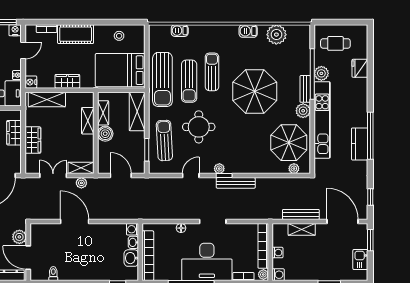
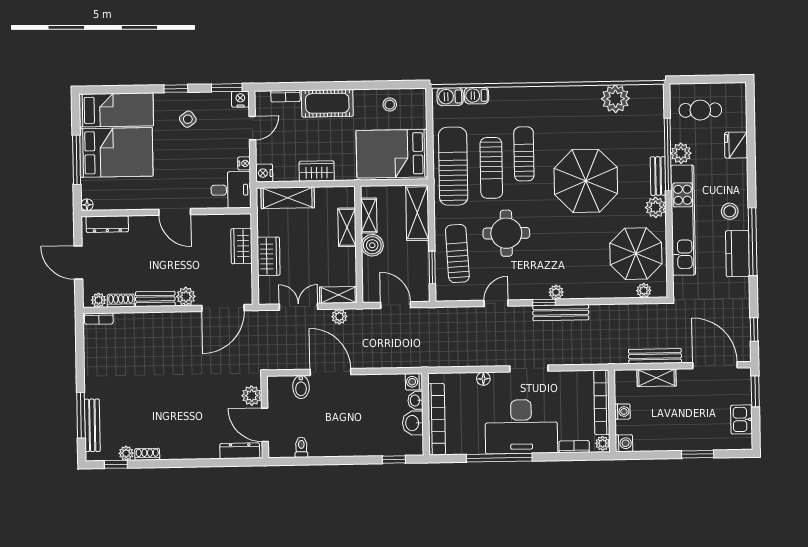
barbecue: (248, 31) -> (450, 97), moved
sun lounger: (162, 80) -> (453, 166), turned 180
stool: (355, 114) -> (730, 211), added
plant: (219, 169) -> (556, 292), moved
bidet: (54, 232) -> (301, 387), added

